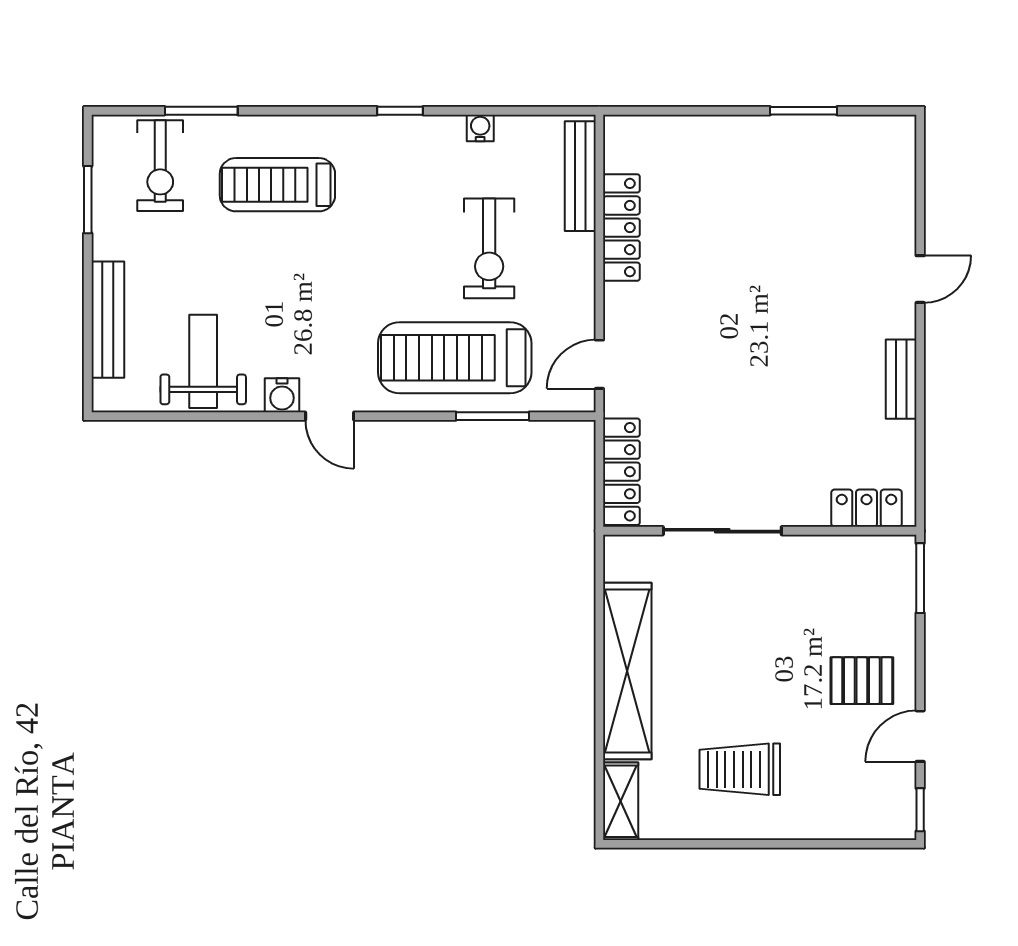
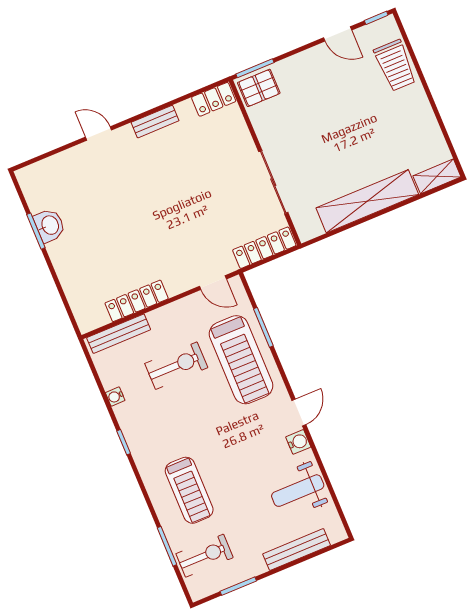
washbasin: (803, 137) -> (50, 225), added
locker: (867, 508) -> (214, 99), moved, turned -90
pallet: (862, 681) -> (259, 88), moved, turned 90
trolley: (740, 769) -> (395, 65), moved

